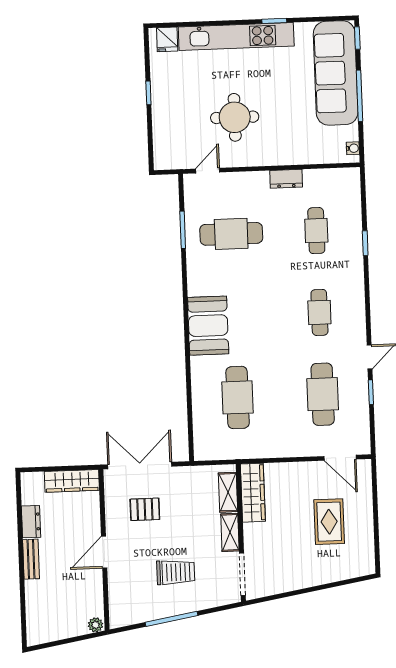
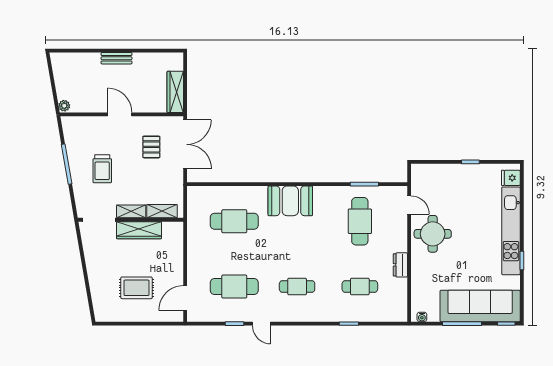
round table: (235, 117) -> (433, 234), moved
wardrobe: (253, 493) -> (139, 230), moved
dresser: (31, 522) -> (145, 59), removed

